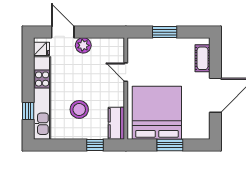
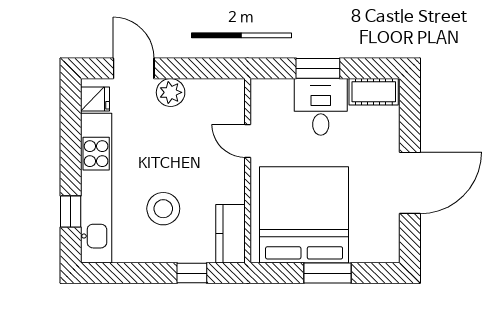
desk: (166, 53) -> (321, 107), added
cot: (203, 58) -> (374, 92), moved, turned 90

